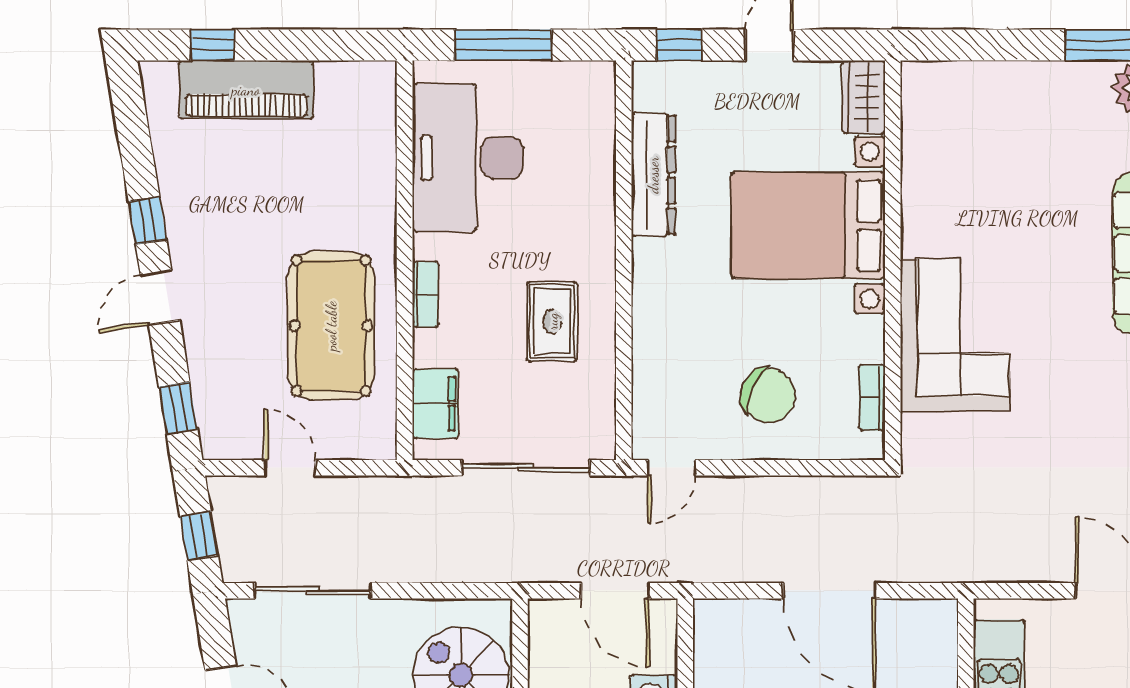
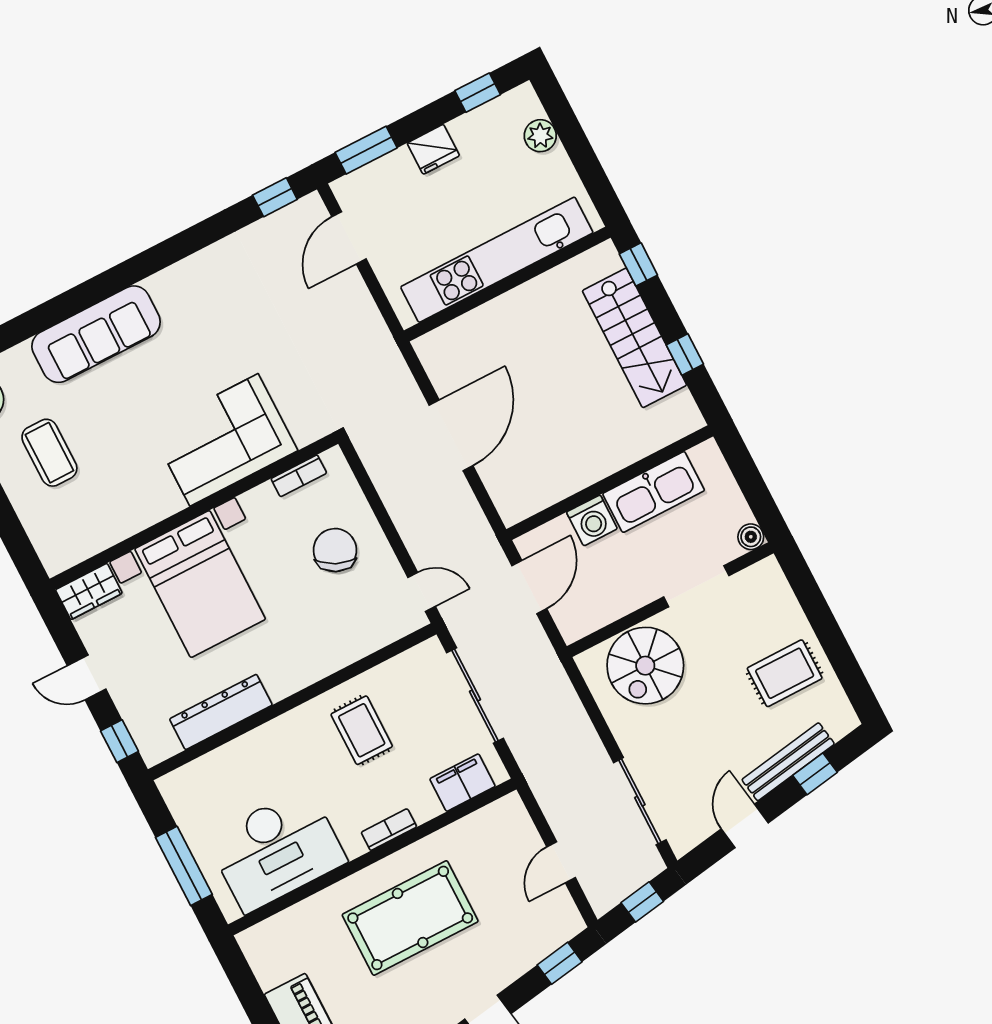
coffee table: (1041, 133) -> (49, 453), added
rug: (552, 321) -> (362, 730), turned 90
pool table: (331, 326) -> (410, 918), moved

